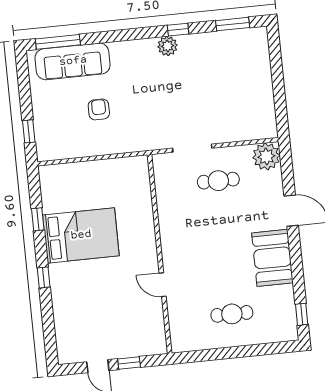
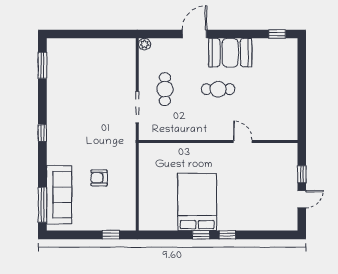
window: (178, 30) -> (42, 133), moved
plant: (167, 46) -> (54, 118), removed
plant: (266, 156) -> (144, 44), width x0.53, depth x0.53
window: (38, 219) -> (201, 235), moved
door: (163, 285) -> (243, 141), swing flipped
cafe table: (232, 314) -> (218, 89), moved, turned 90

